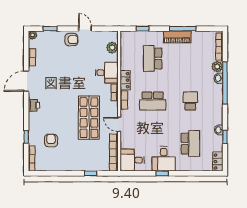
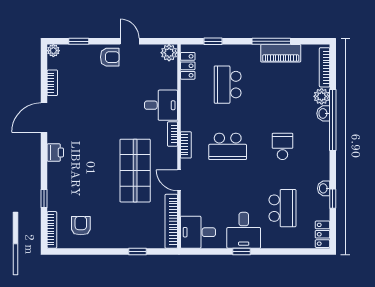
piano: (177, 37) -> (281, 53), moved
plant: (112, 48) -> (169, 53), moved
locker: (125, 80) -> (188, 66), moved
armchair: (51, 140) -> (81, 226), moved

